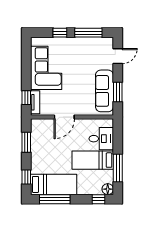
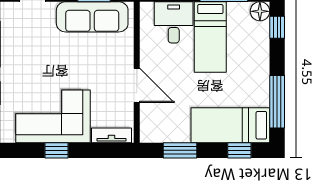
window: (26, 98) -> (56, 150), moved
bed: (54, 184) -> (230, 125), moved, turned -90

